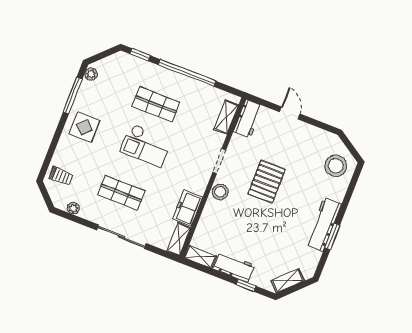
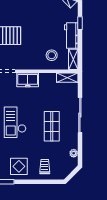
checkout: (146, 145) -> (15, 122), turned 180
trolley: (61, 176) -> (45, 167), moved
stool: (220, 192) -> (52, 55), moved
freezer: (187, 208) -> (28, 80), moved

